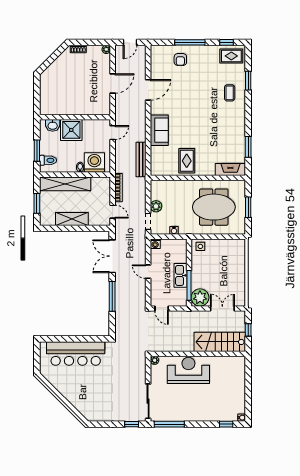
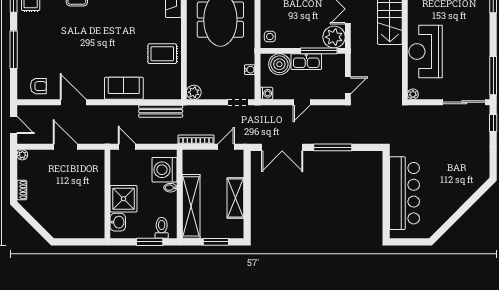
armchair: (180, 60) -> (38, 86), moved
plant: (156, 206) -> (194, 92), moved
boiler: (178, 254) -> (279, 64), added

